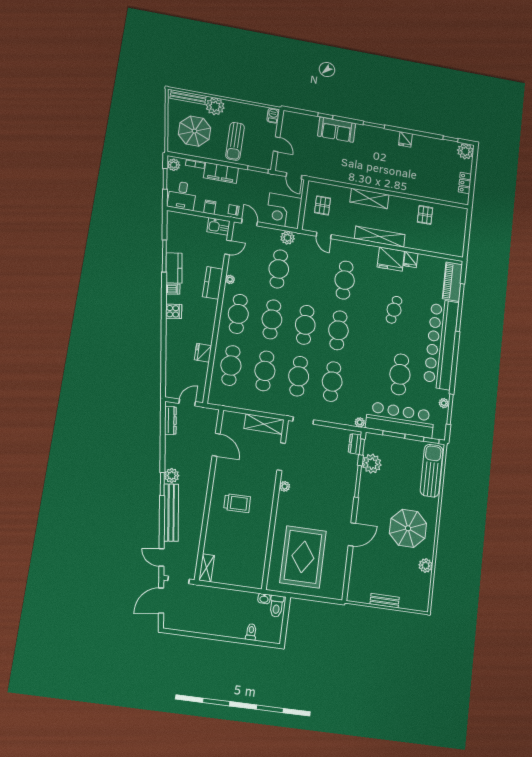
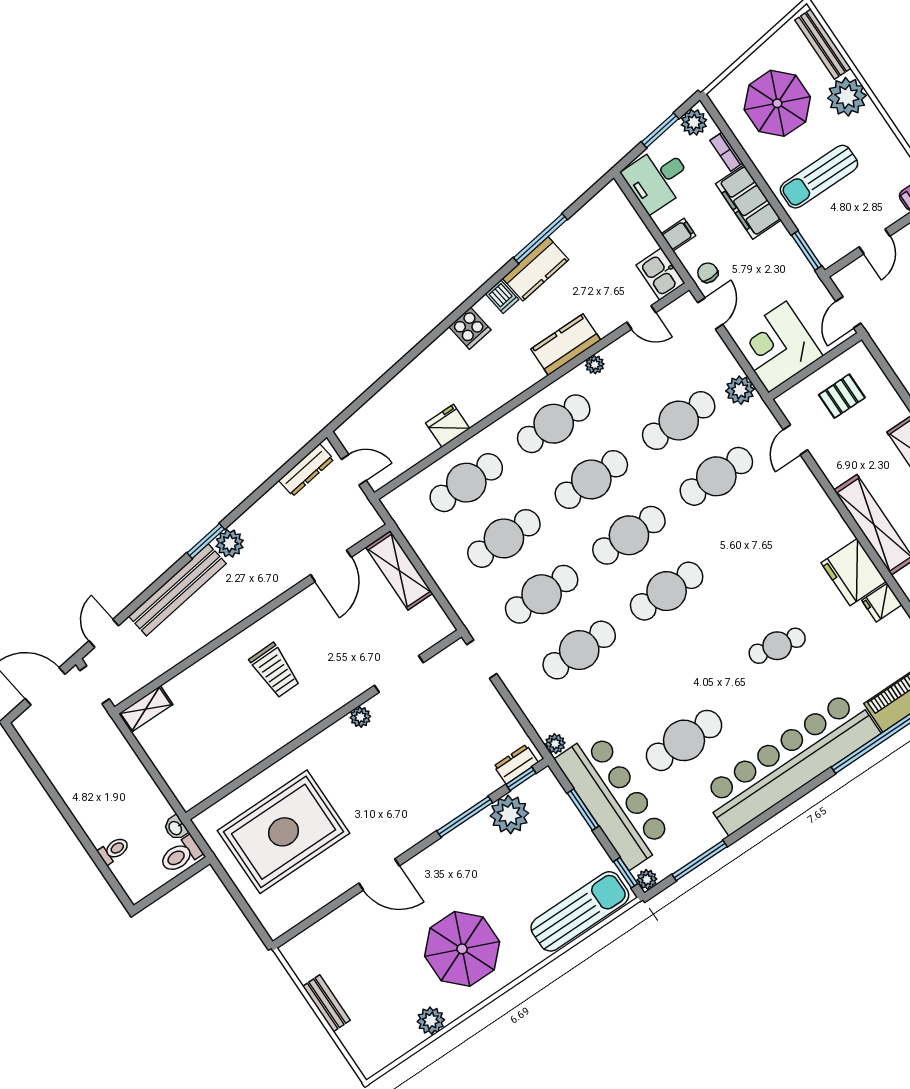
cafe table: (345, 280) -> (716, 476), moved
plant: (444, 403) -> (647, 879), moved
shelving: (264, 424) -> (399, 571), moved

